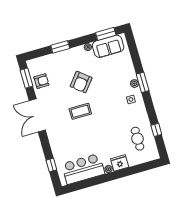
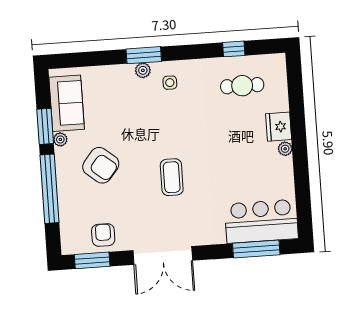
window: (106, 34) -> (45, 126), moved
window: (60, 47) -> (49, 189), width x2.11
armchair: (81, 82) -> (101, 165), moved
window: (51, 165) -> (256, 249), width x2.17
bar counter: (83, 169) -> (261, 221), moved, turned 90

